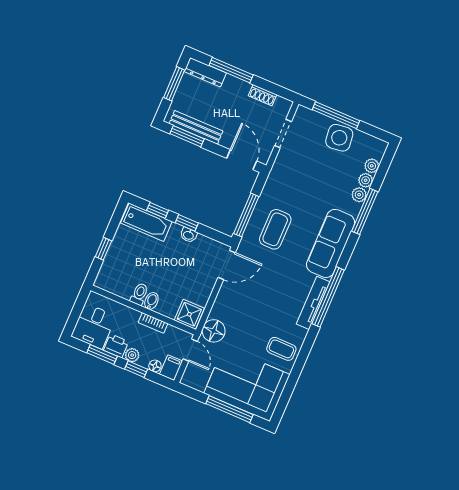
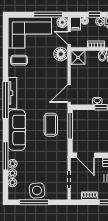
window: (336, 115) -> (34, 202), moved
floor lamp: (190, 378) -> (62, 22), added
window: (229, 409) -> (48, 15), moved

